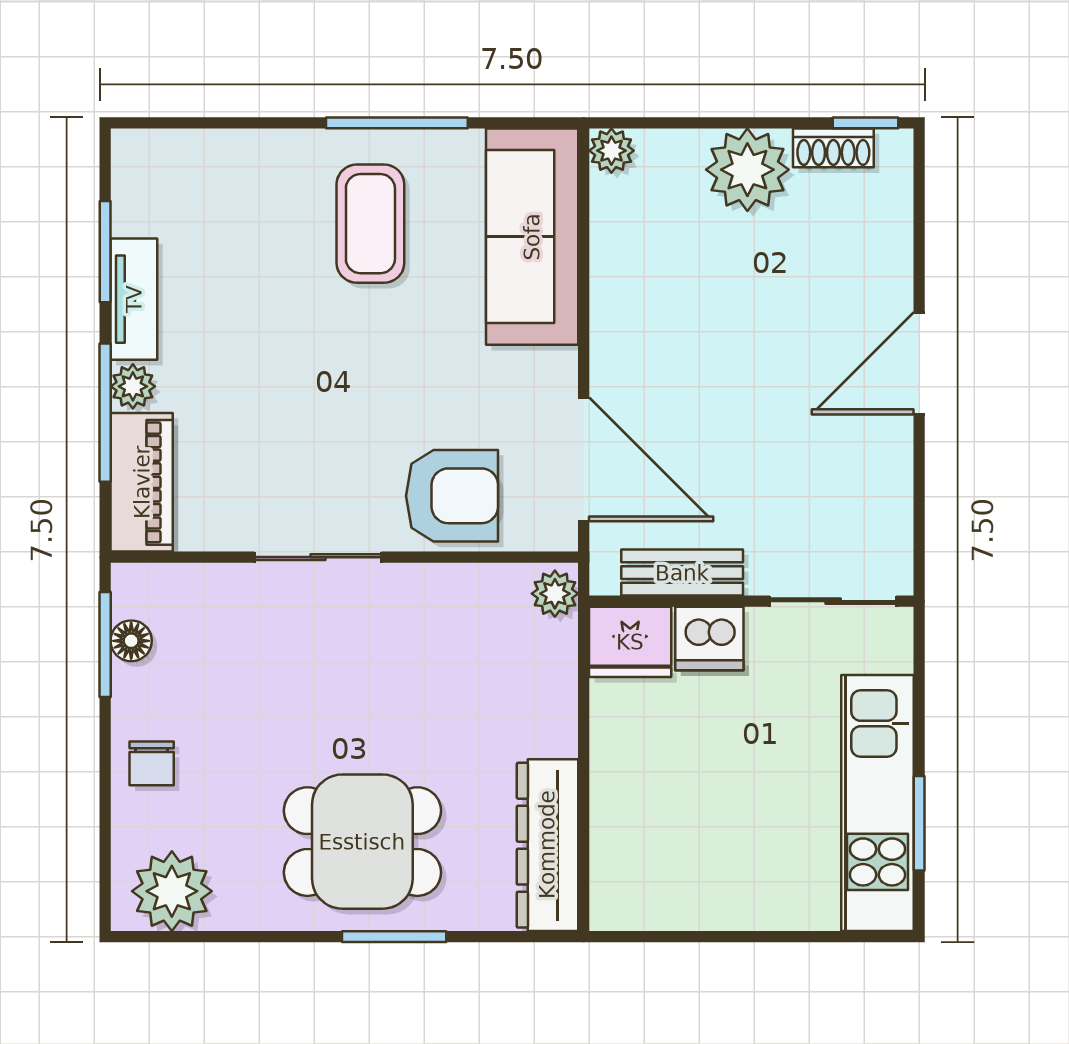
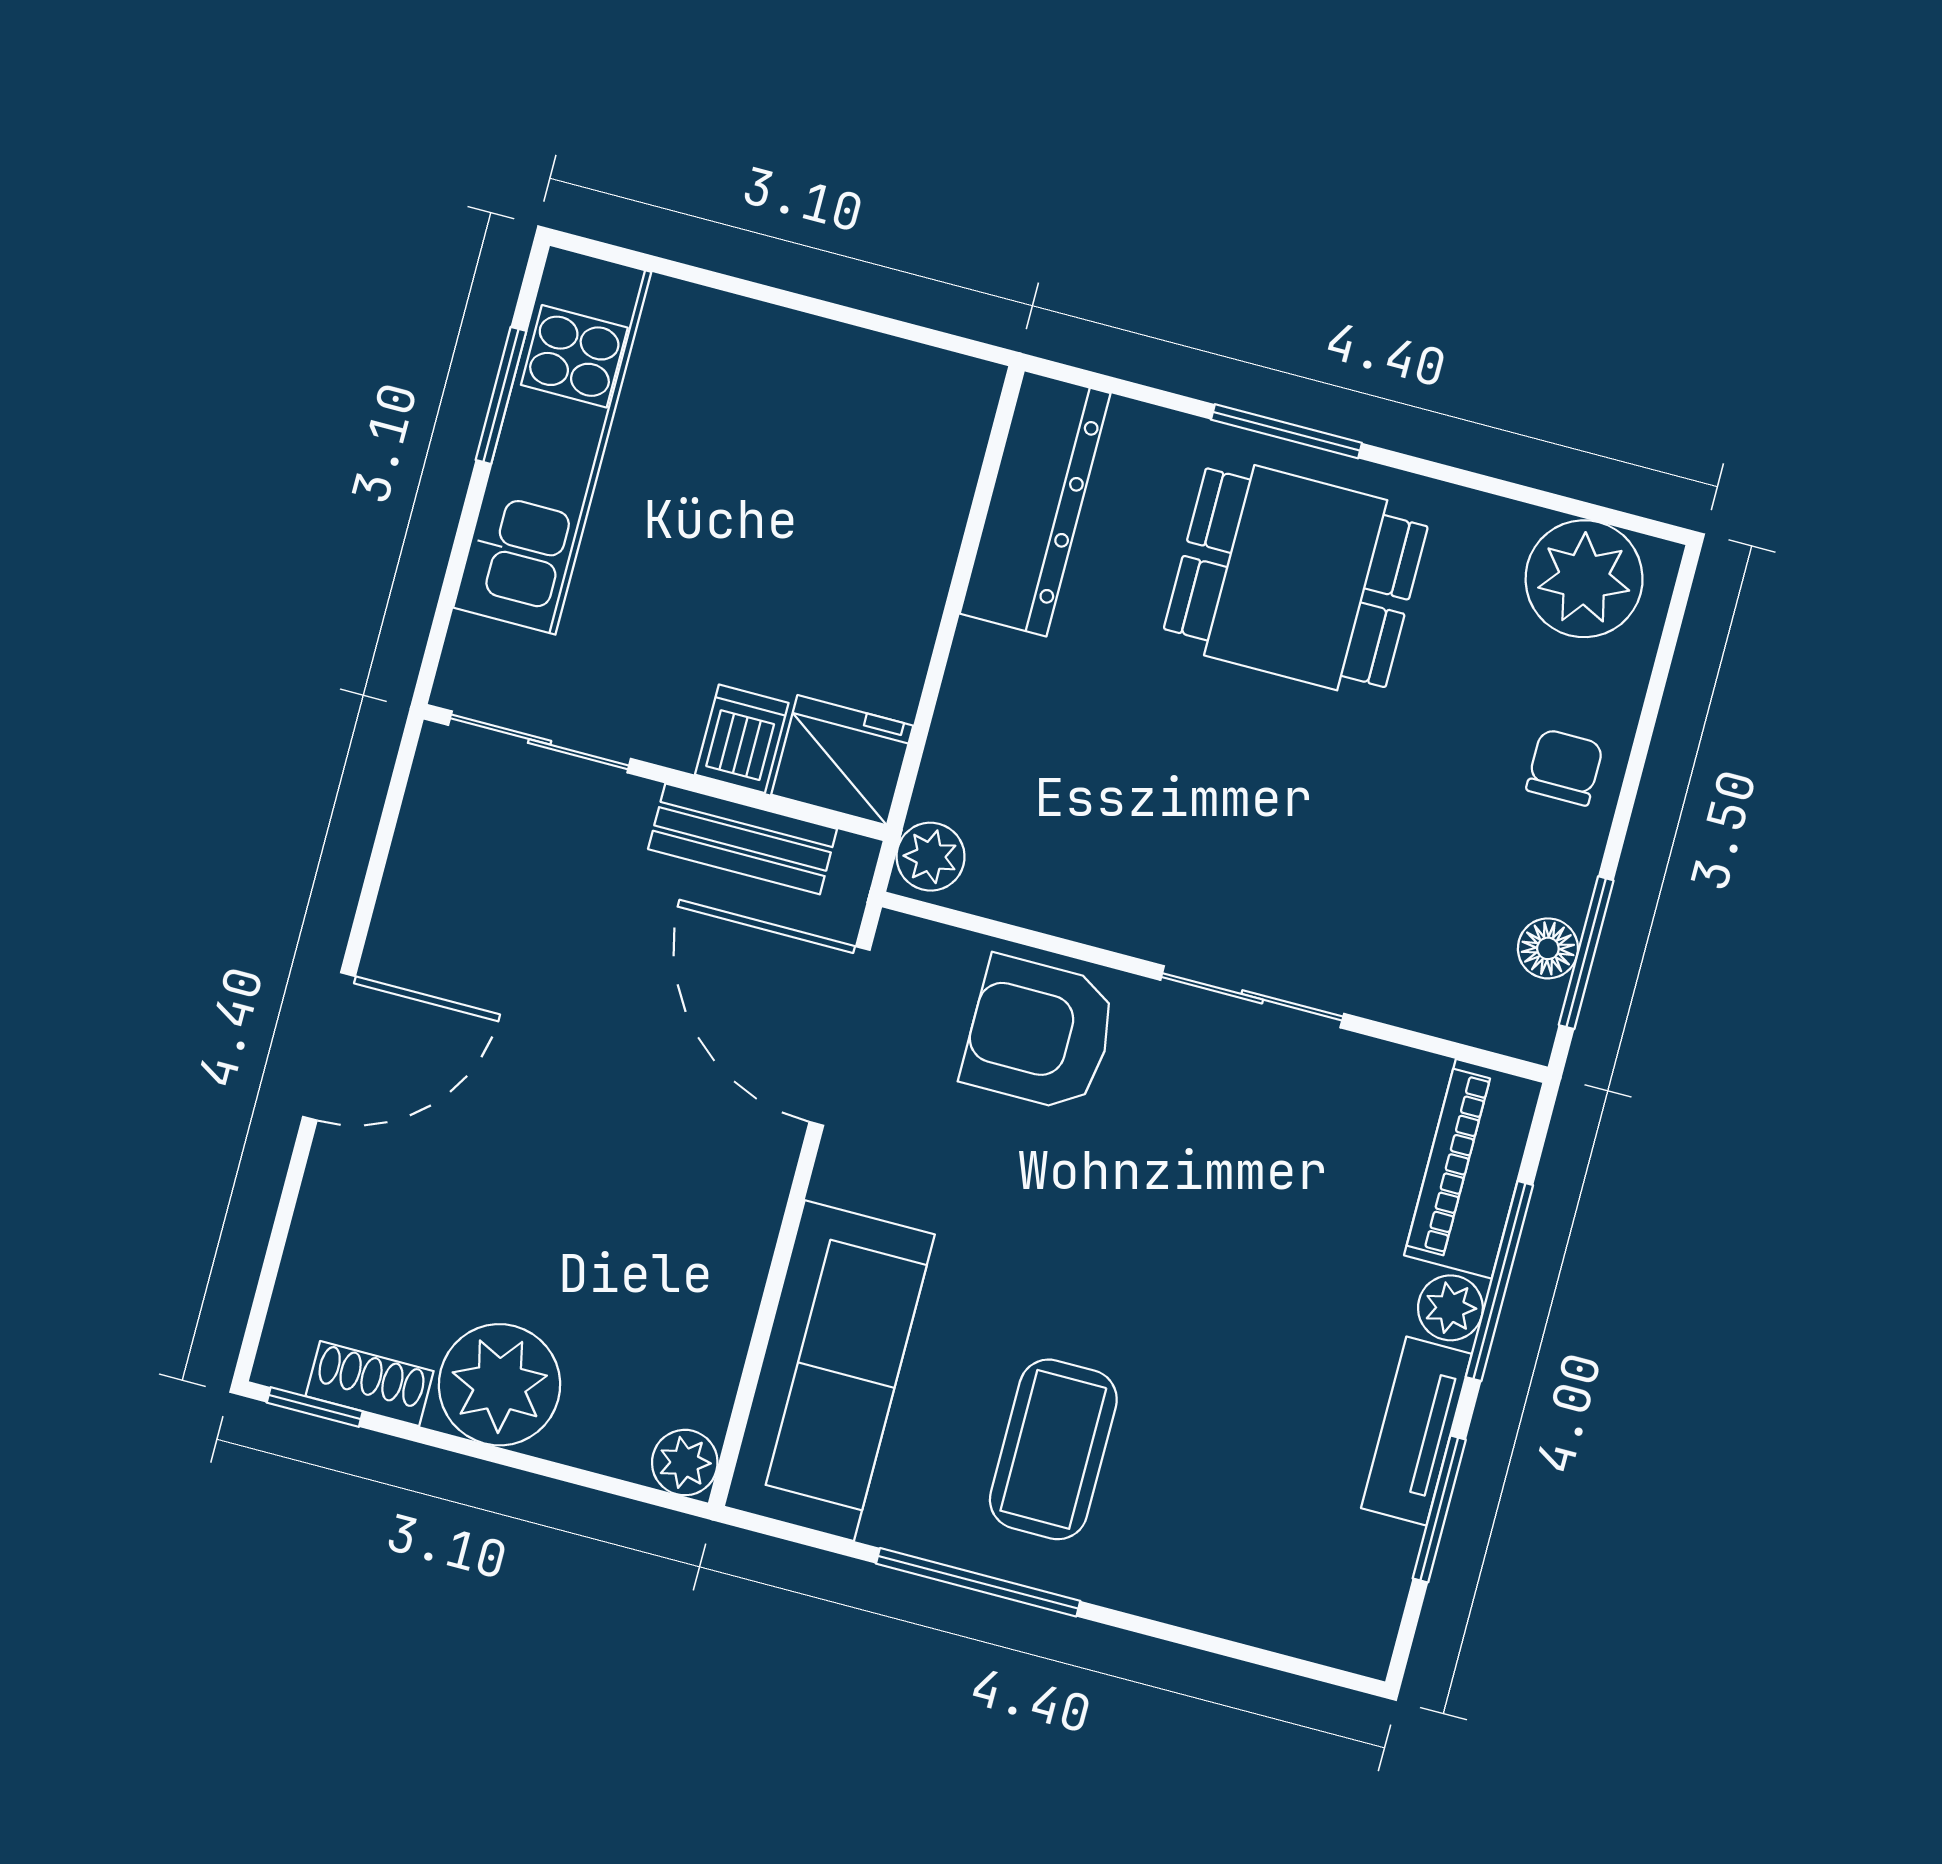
dishwasher: (709, 639) -> (742, 739), width x0.73

